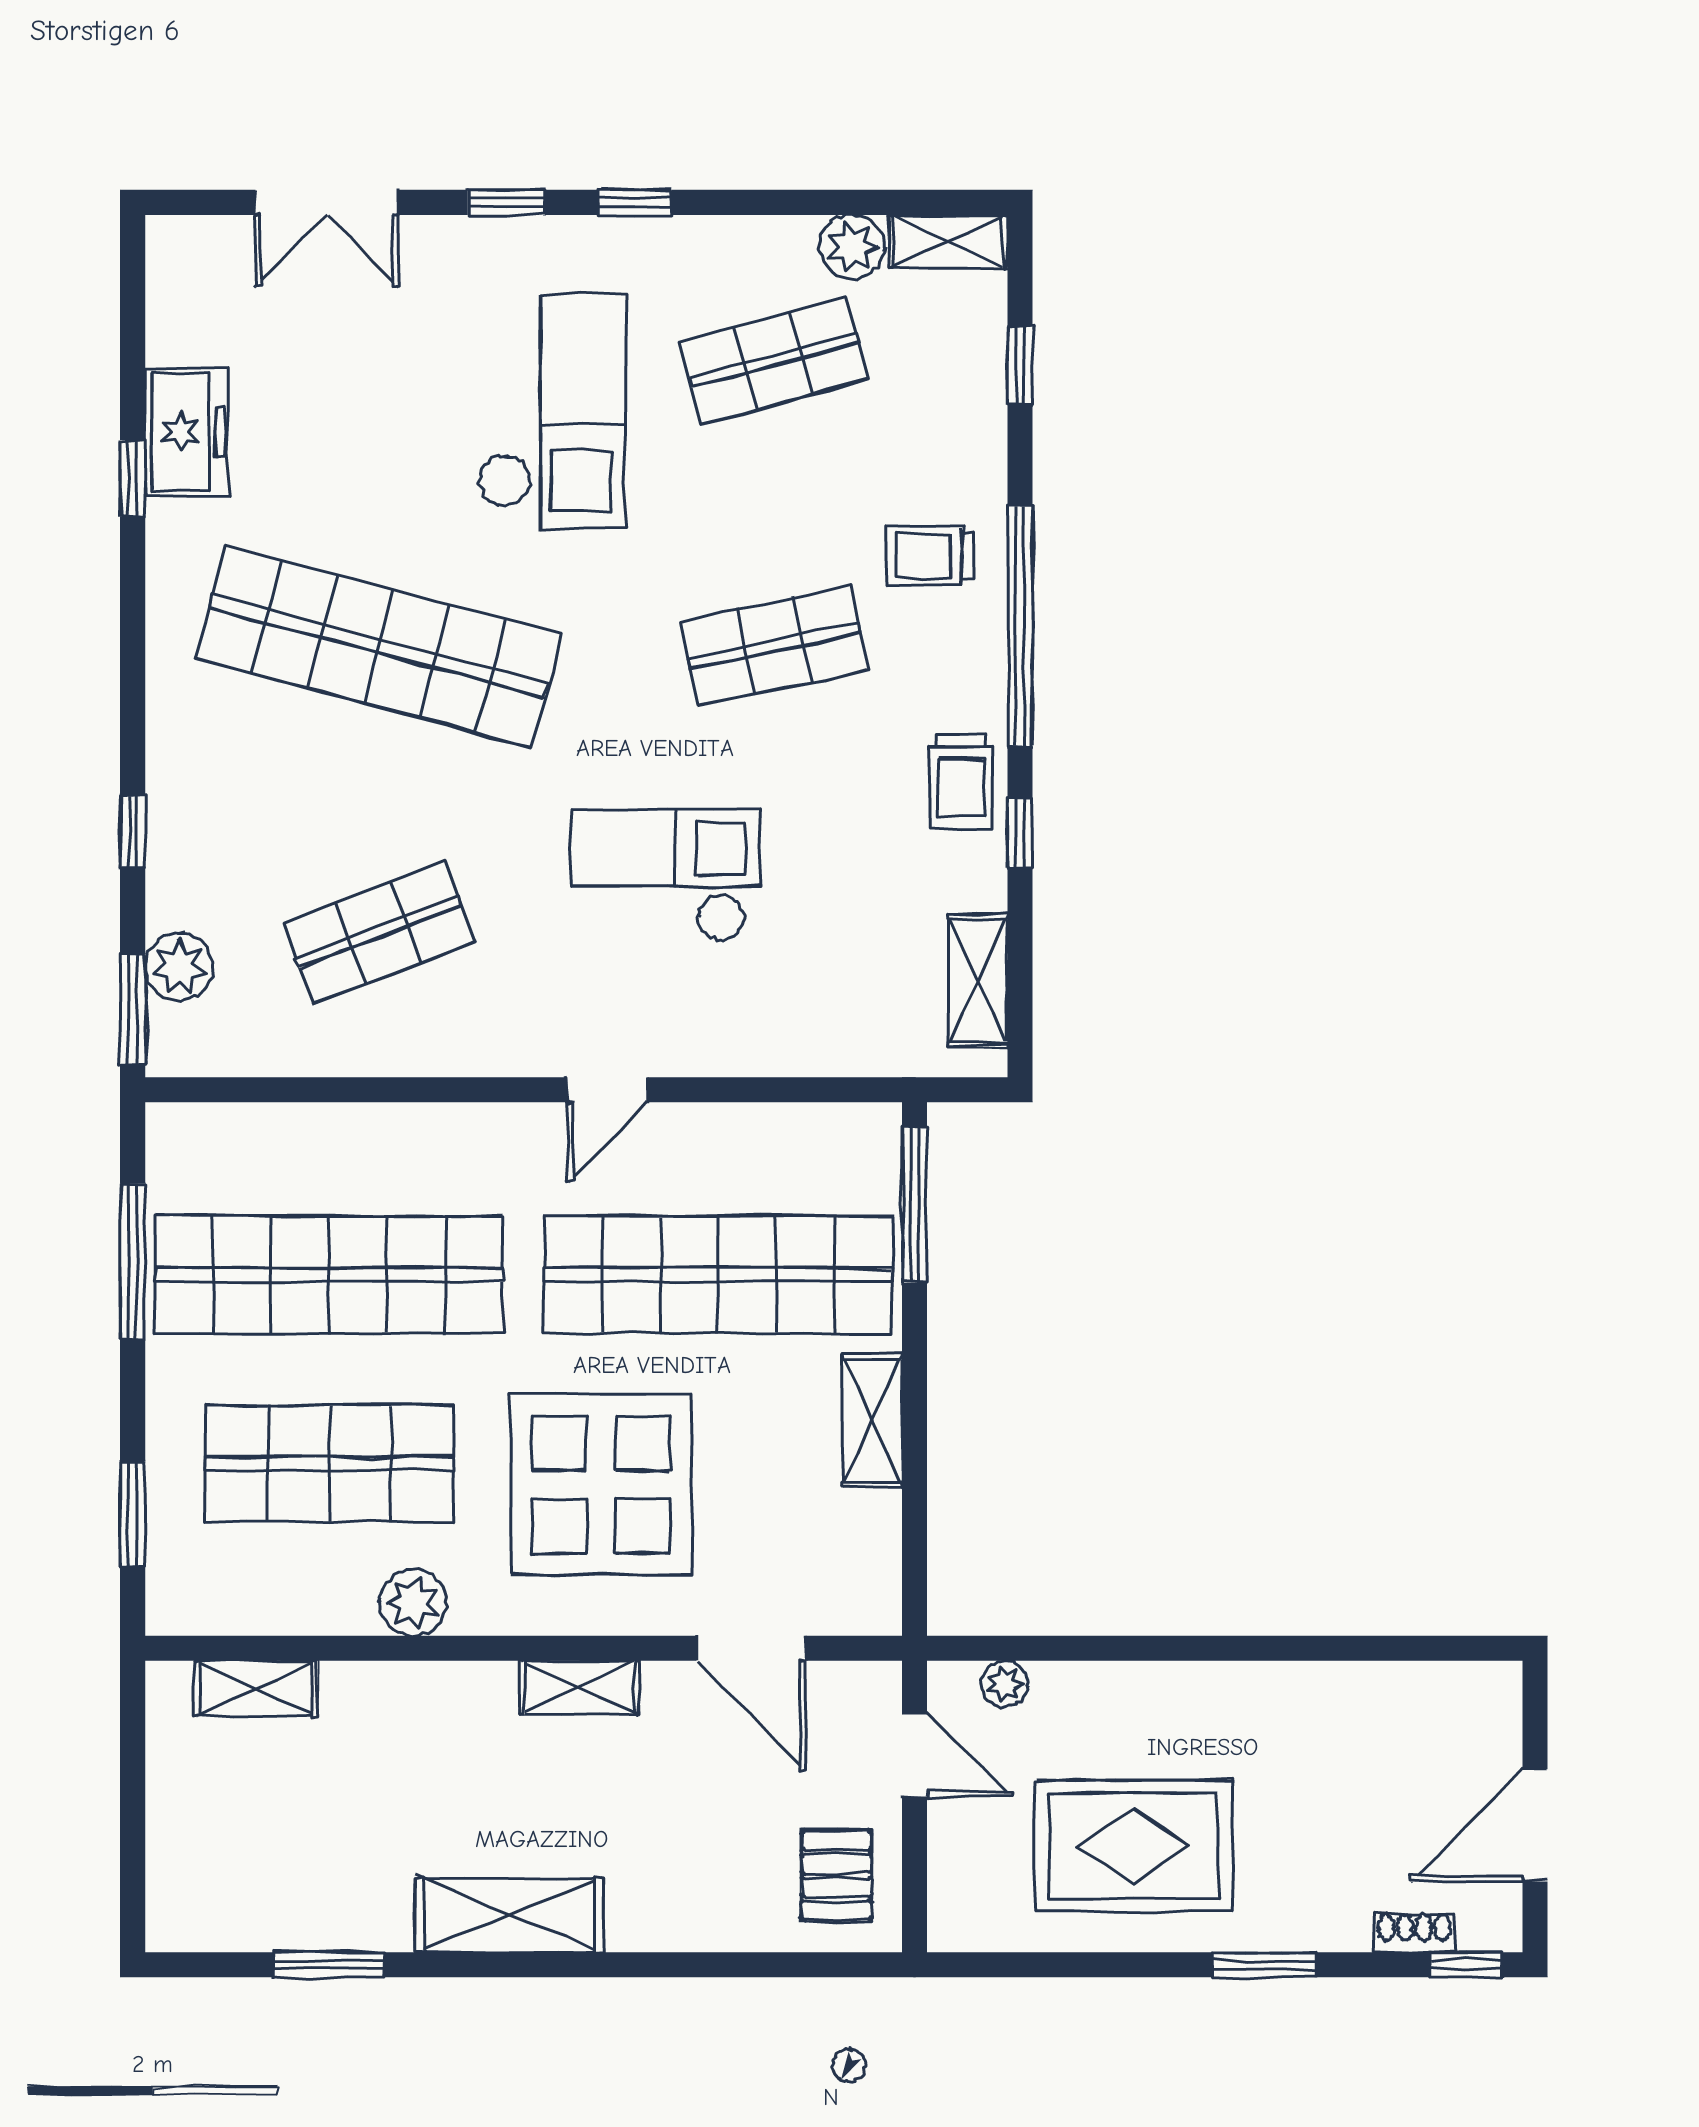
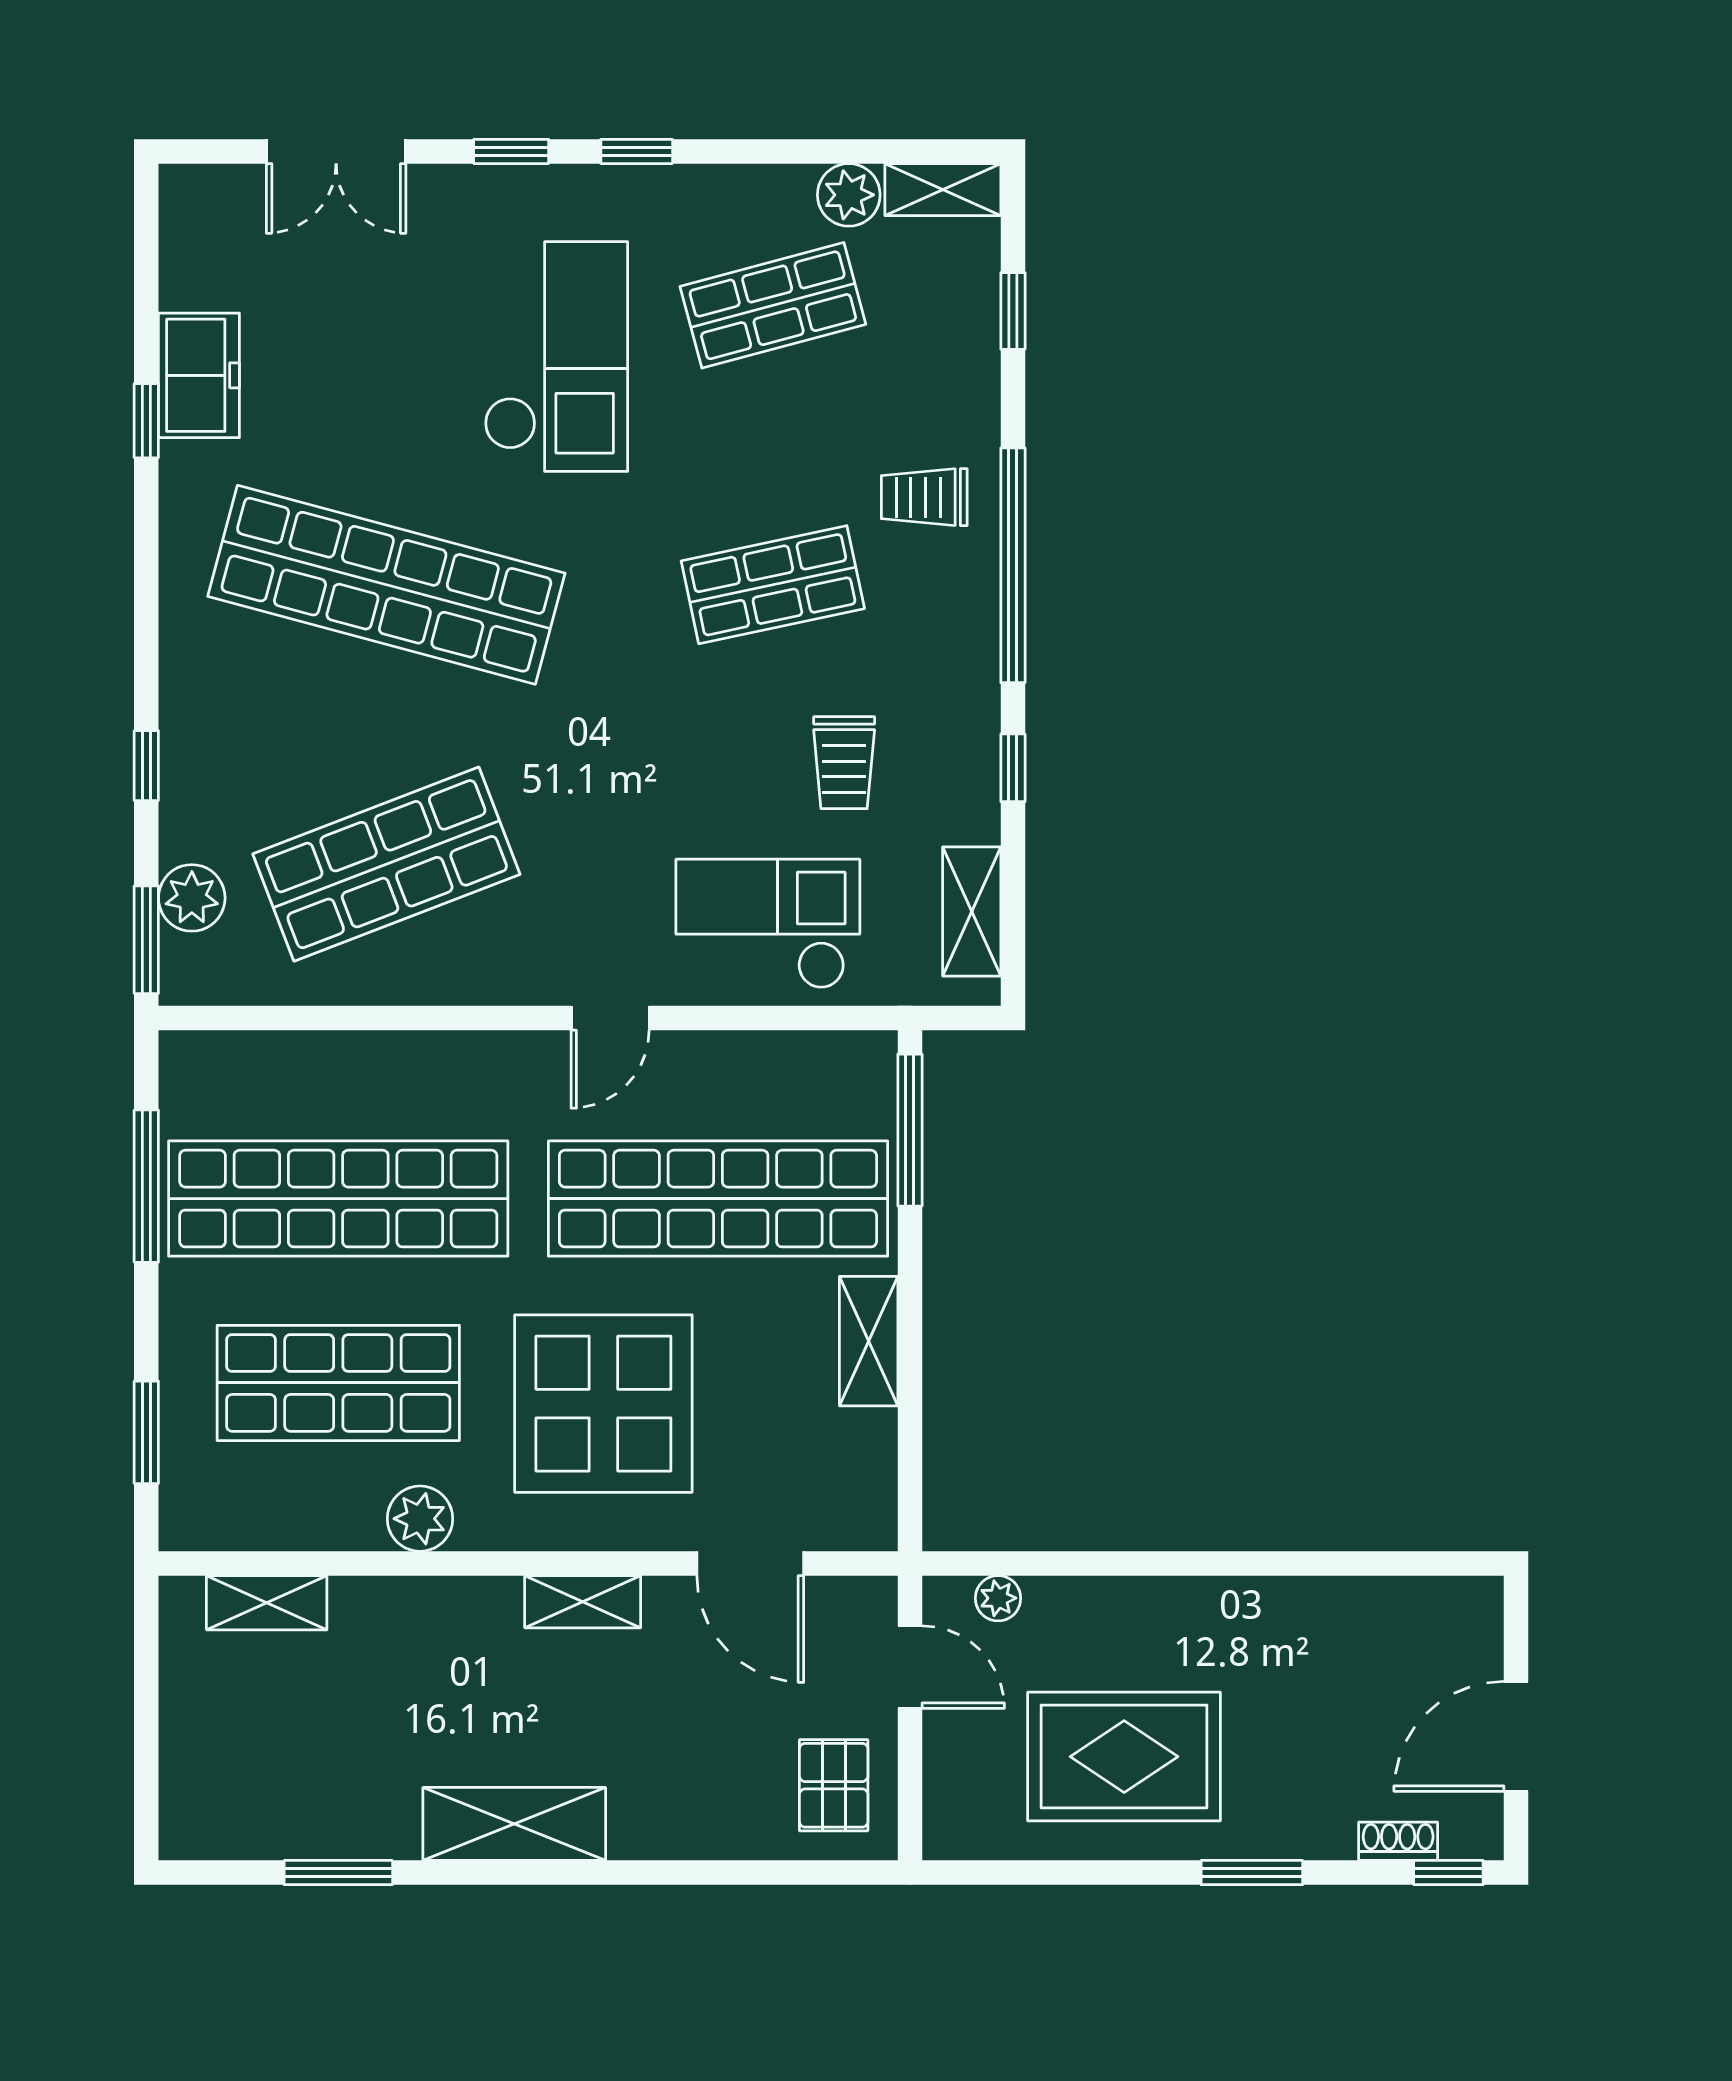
trolley: (961, 781) -> (844, 763), moved
checkout: (666, 875) -> (768, 924), moved
shop shelf: (378, 932) -> (386, 864), width x1.43, depth x1.36

